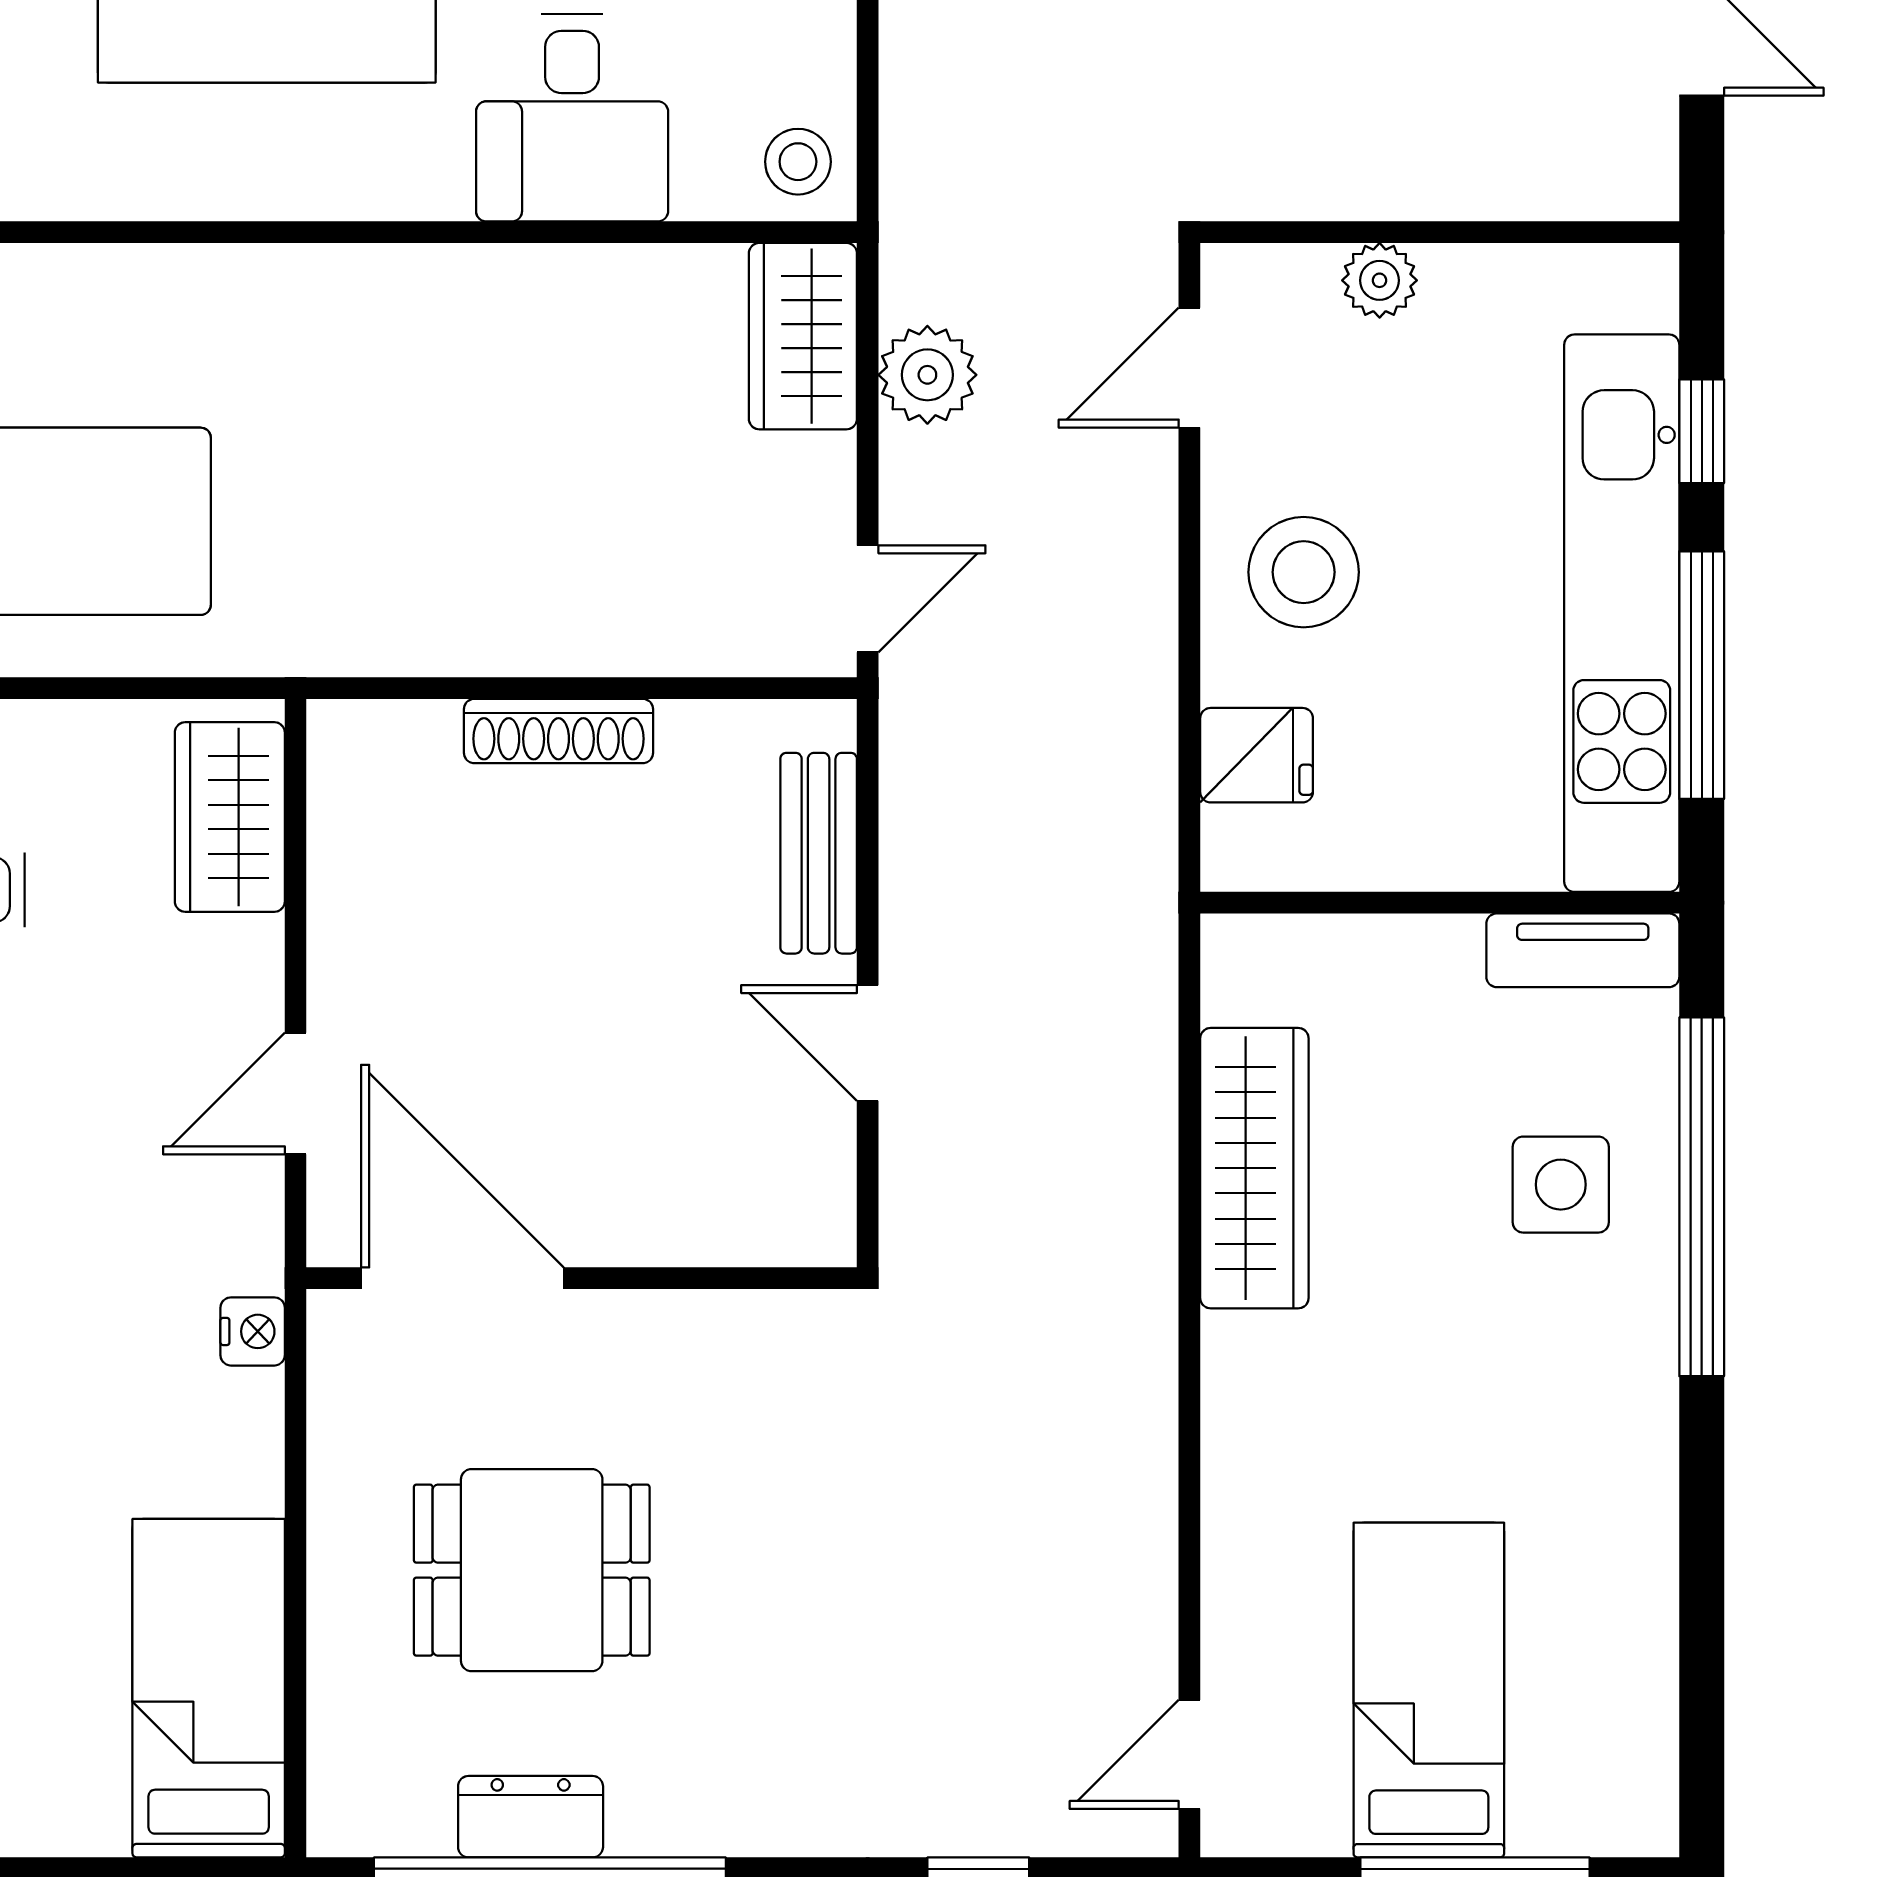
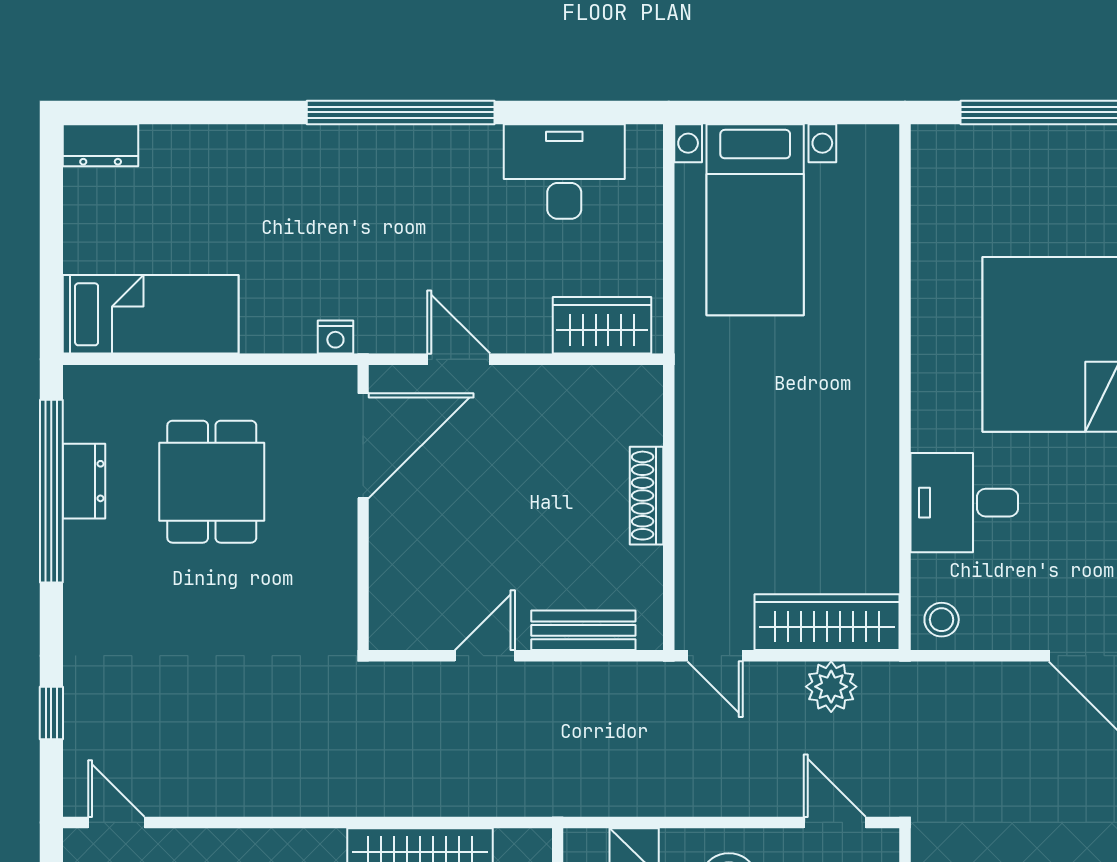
wardrobe: (803, 336) -> (827, 622), width x1.50

